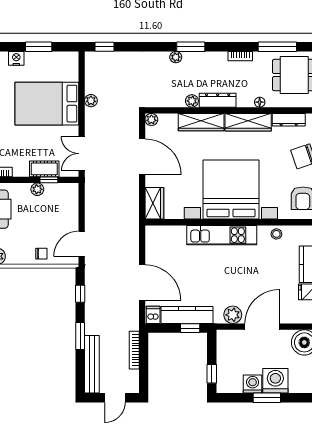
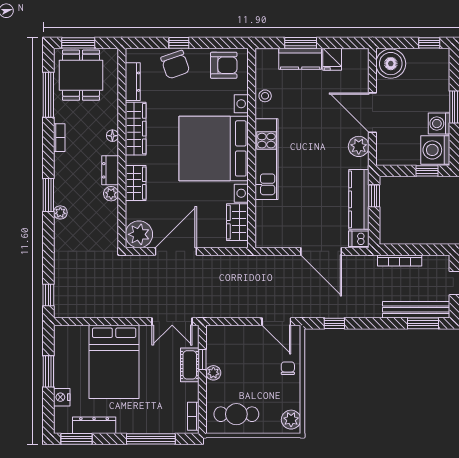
dresser: (218, 100) -> (110, 170), width x0.70
plant: (91, 101) -> (111, 311), removed
floor lamp: (260, 102) -> (112, 136), moved
plant: (151, 120) -> (139, 234), width x1.87, depth x1.87
wardrobe: (201, 122) -> (136, 183), width x0.67
wardrobe: (154, 203) -> (237, 222), moved, turned -90
door: (142, 282) -> (321, 251), swing flipped
window: (80, 336) -> (423, 323), moved
washing machine: (275, 381) -> (435, 150), moved

